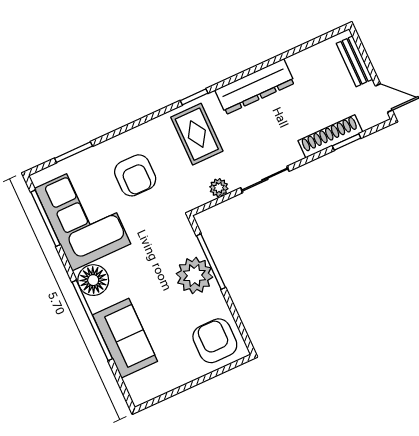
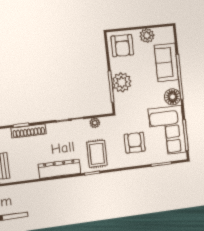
plant: (176, 374) -> (147, 36), added

